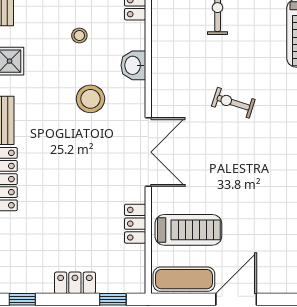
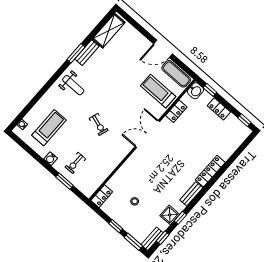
washbasin: (133, 65) -> (195, 91), moved
stool: (90, 99) -> (152, 174), removed

